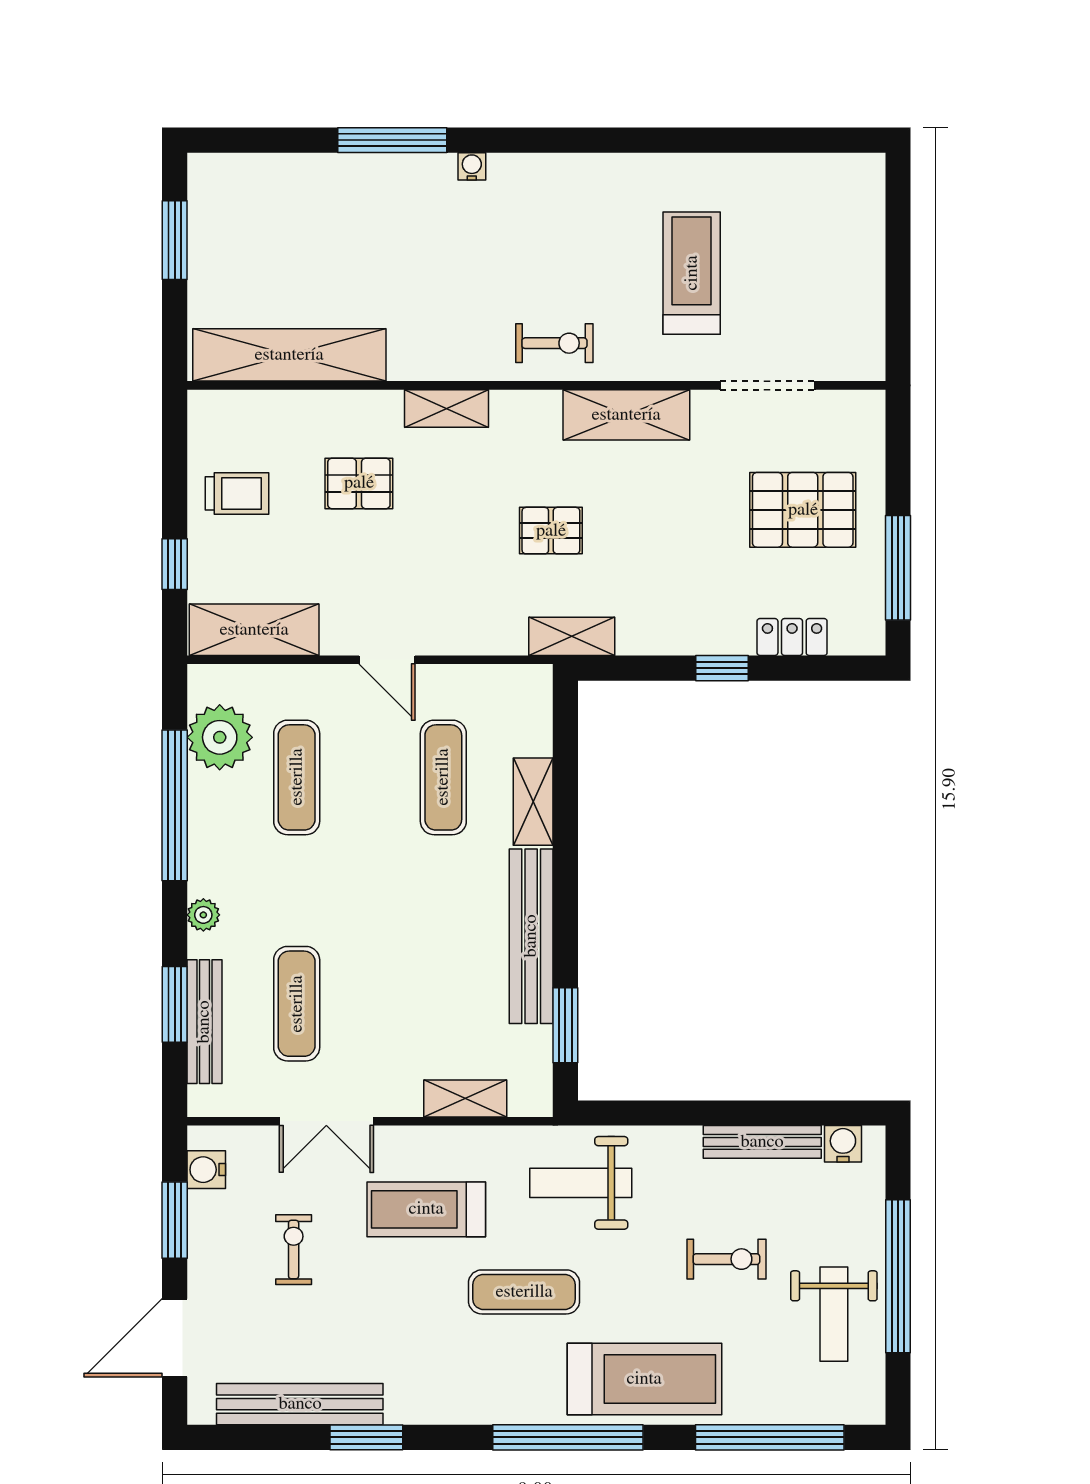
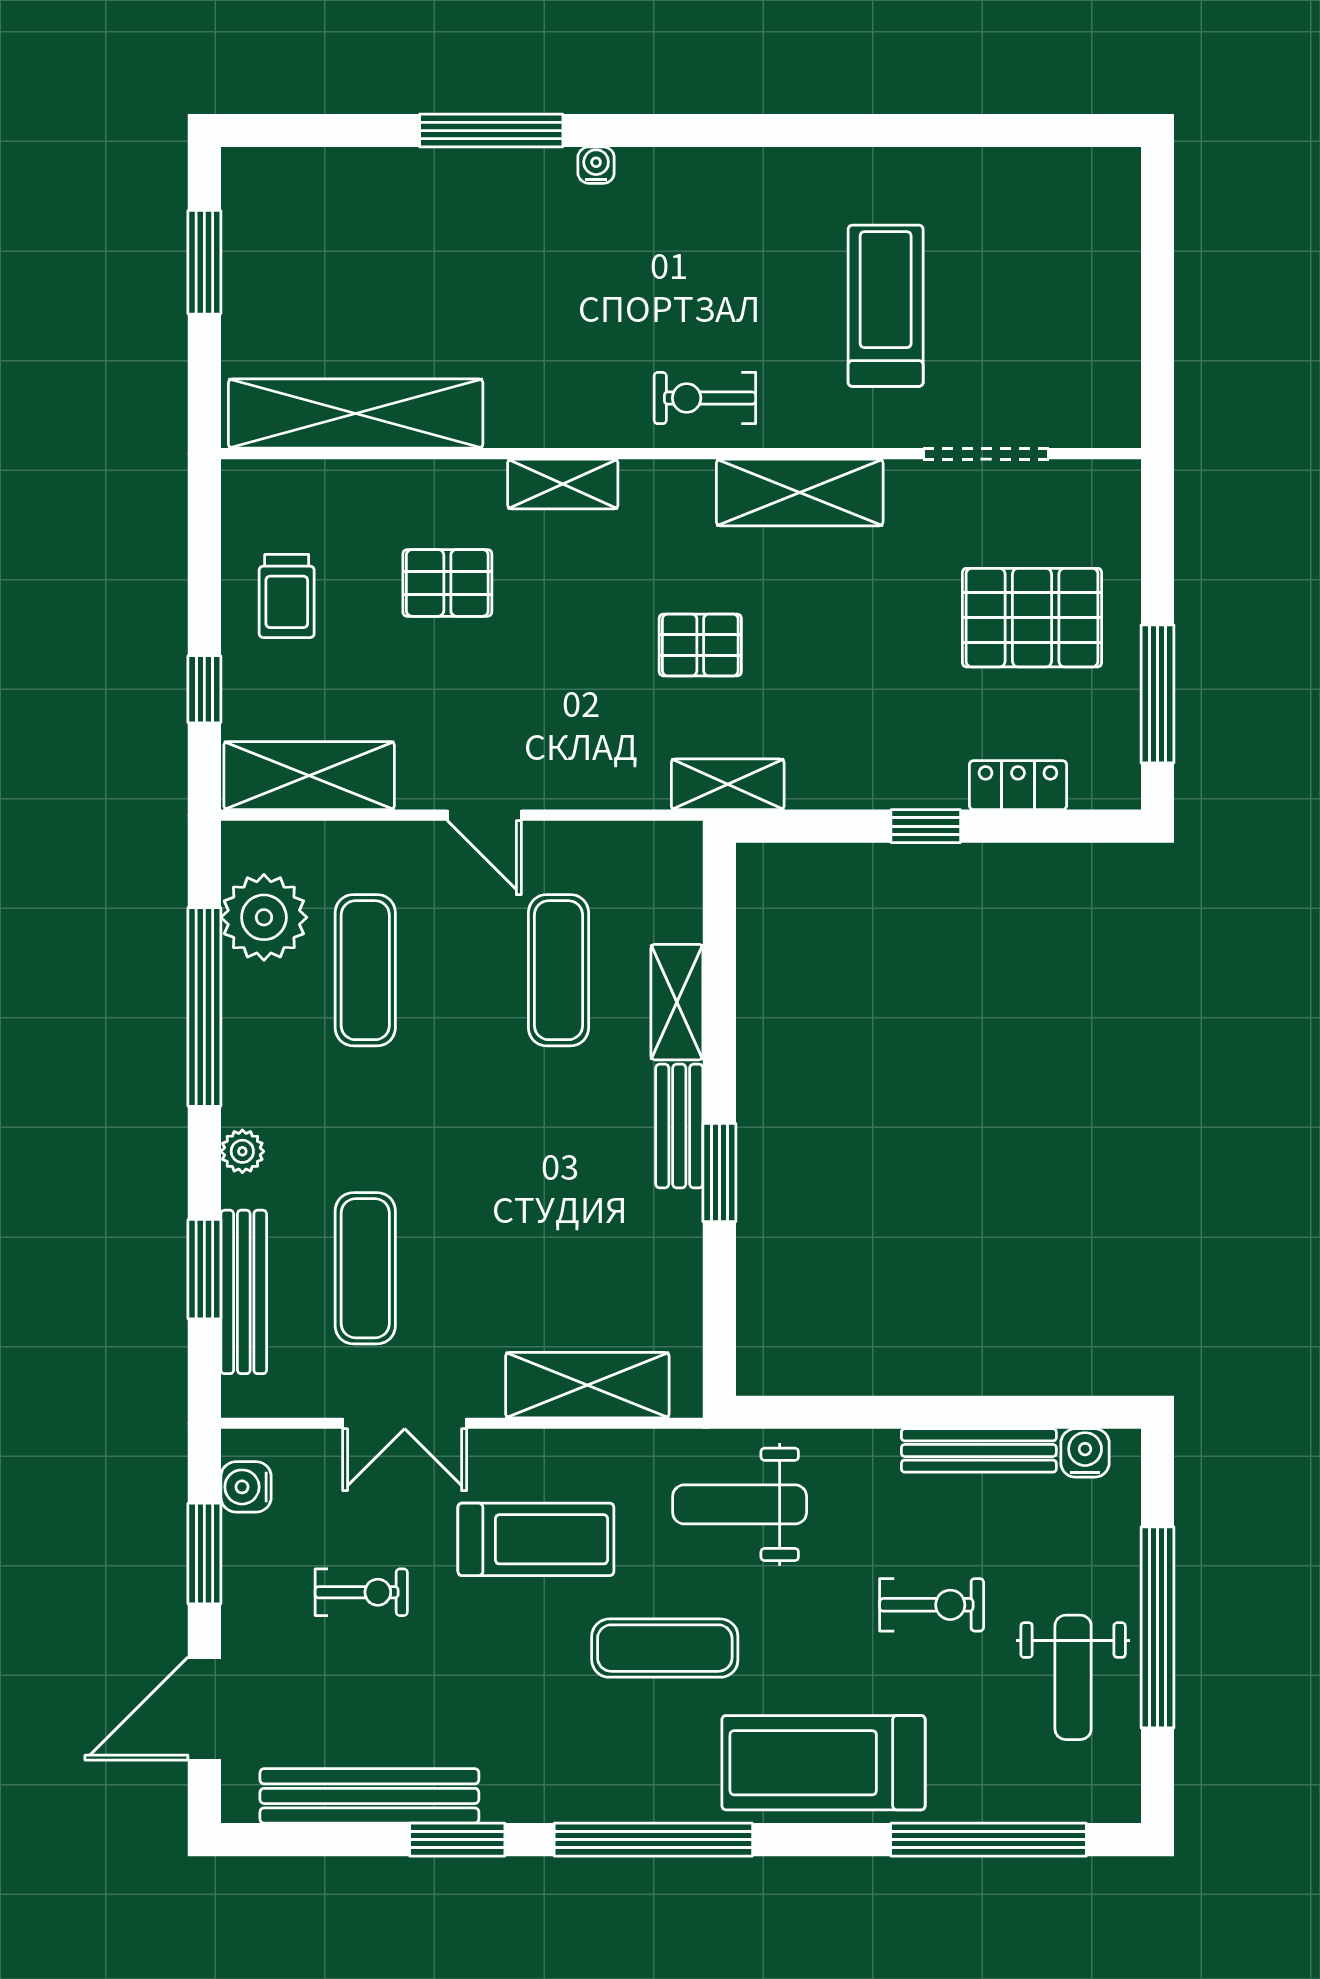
exercise bike: (554, 343) -> (705, 398), turned 180
trolley: (237, 493) -> (287, 596), turned 90
bench: (531, 936) -> (679, 1126), width x0.54, depth x0.82
window: (565, 1025) -> (719, 1173), moved
shelving: (465, 1099) -> (587, 1385), width x1.50, depth x1.33
treadmill: (426, 1209) -> (536, 1539), turned 180
exercise bike: (294, 1250) -> (361, 1592), turned 90
treadmill: (644, 1379) -> (823, 1763), turned 180
window: (568, 1437) -> (653, 1840), moved

